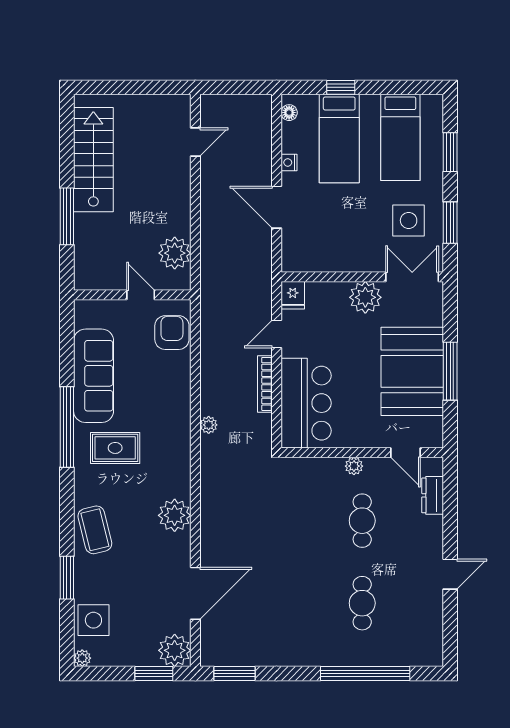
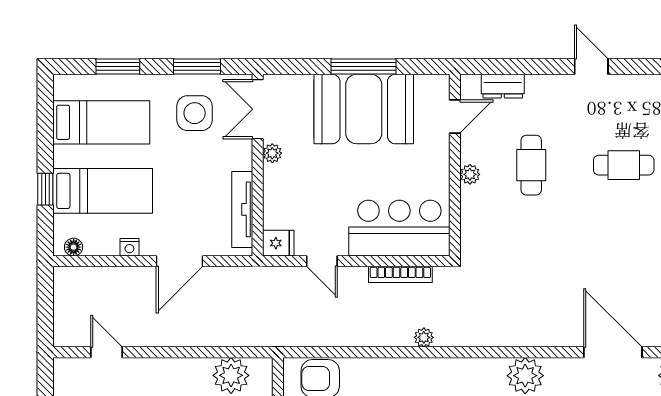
tv unit: (323, 263) -> (242, 209), added
plant: (365, 297) -> (272, 153), width x0.53, depth x0.53
bookcase: (265, 384) -> (400, 274), moved
cafe table: (362, 521) -> (531, 165), turned 90

